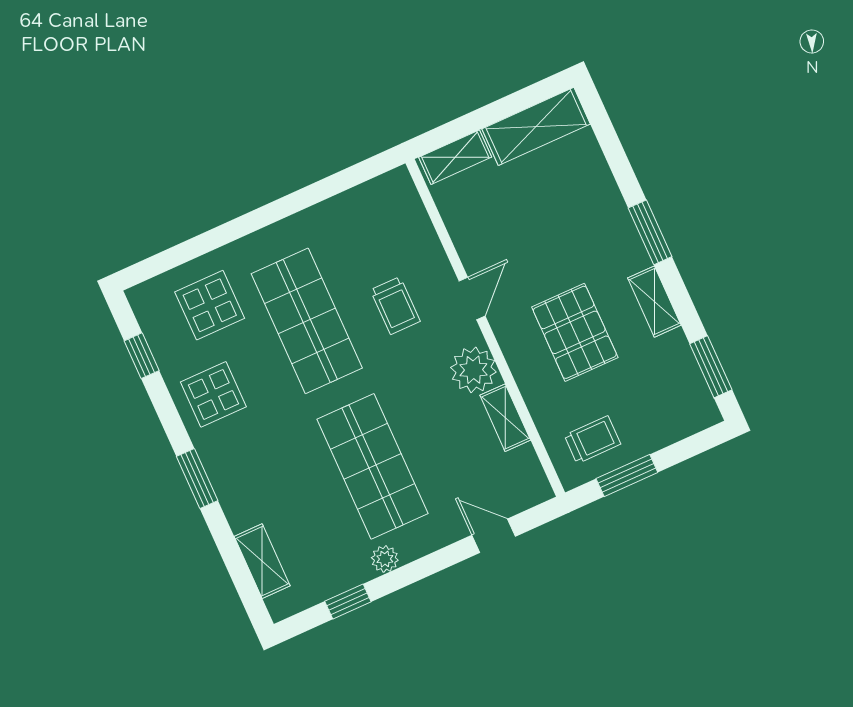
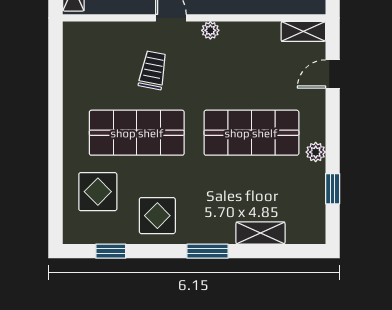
trolley: (395, 306) -> (153, 70), turned -79
plant: (473, 370) -> (210, 30), width x0.53, depth x0.53
shelving: (505, 418) -> (303, 31), moved
shelving: (262, 561) -> (260, 233), moved

